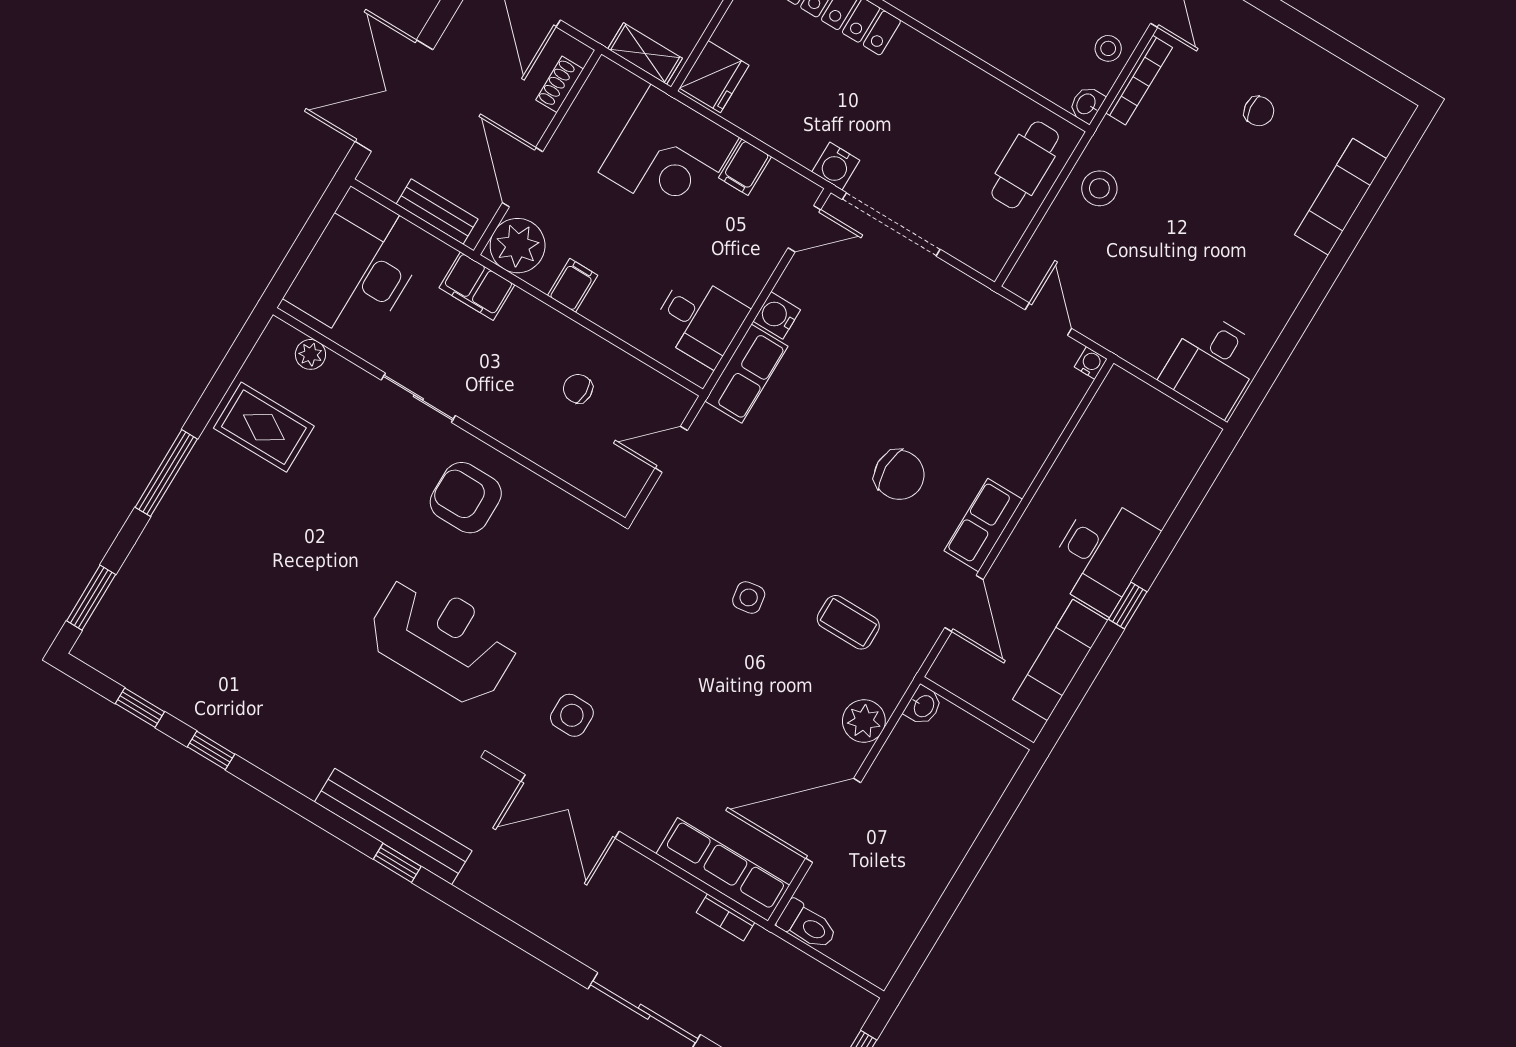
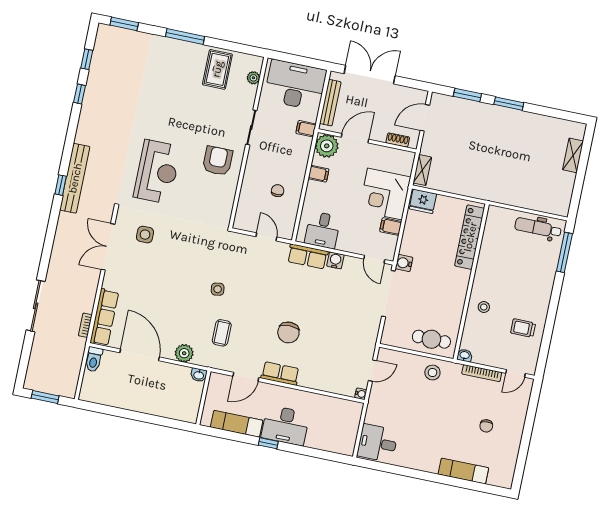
stool: (1108, 48) -> (484, 307), moved
bench: (437, 212) -> (330, 103), width x1.36
filing cabinet: (477, 286) -> (306, 129), width x0.50

